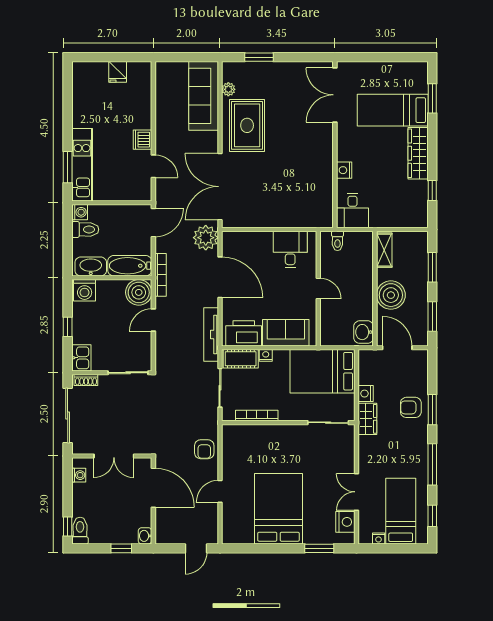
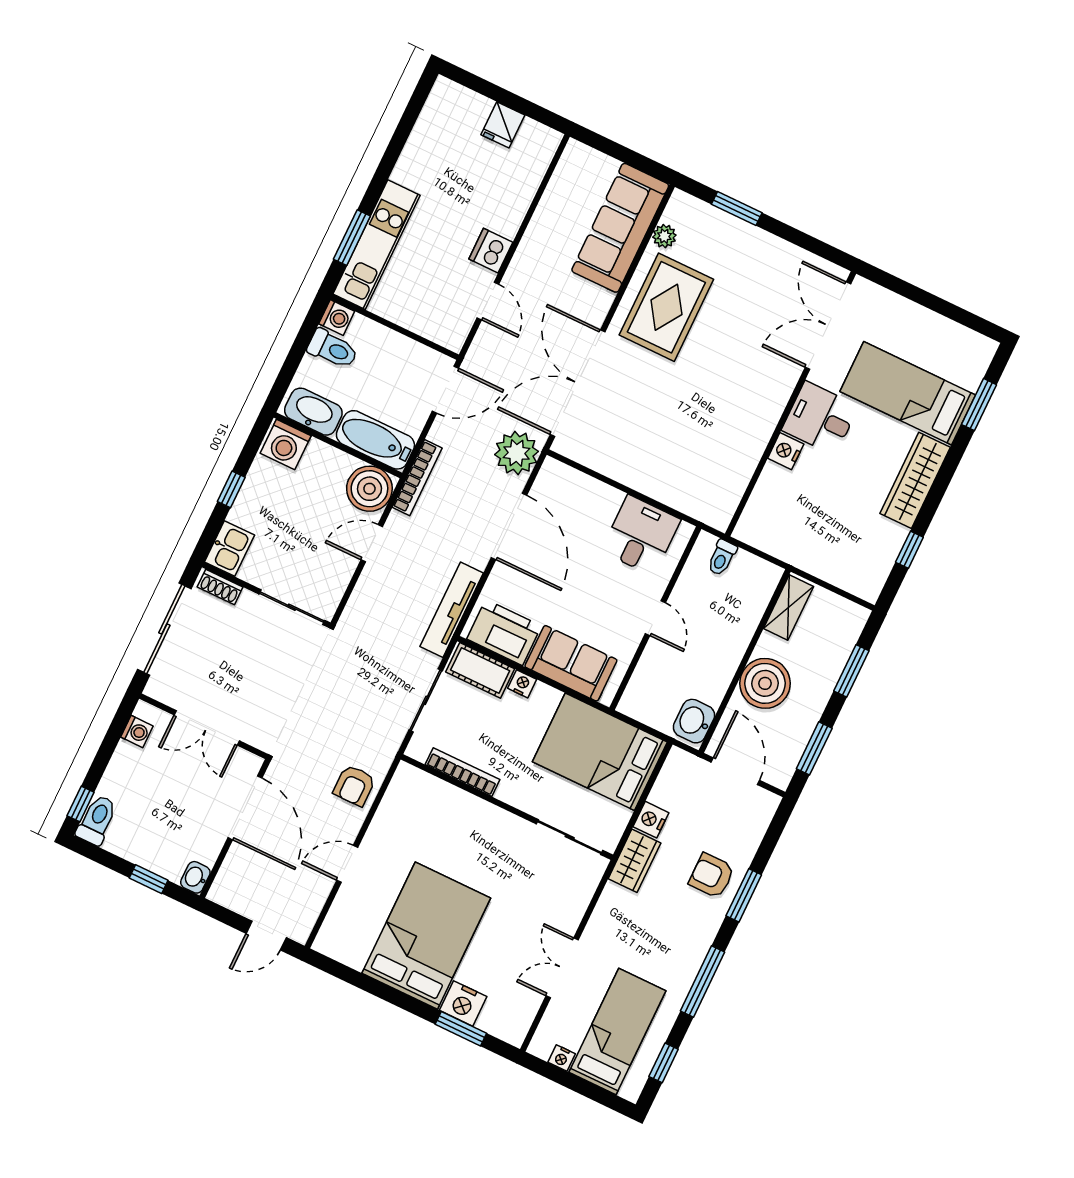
desk: (353, 211) -> (820, 418), moved, turned 90
nightstand: (345, 522) -> (463, 1003), moved, turned 90

